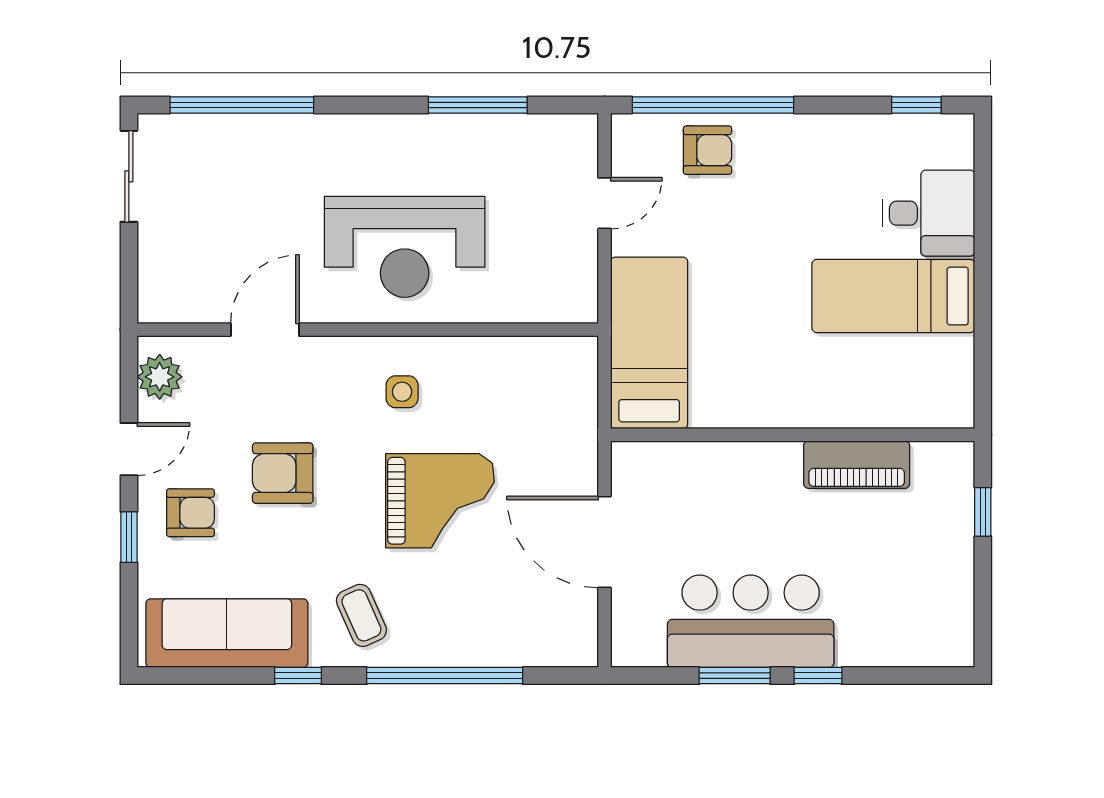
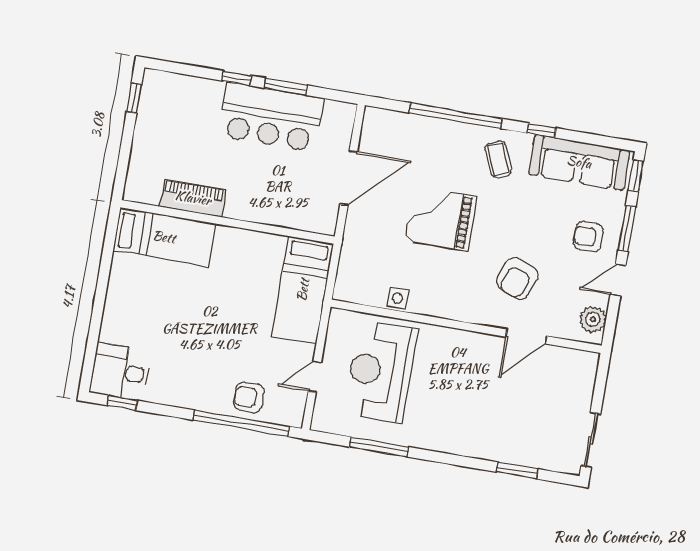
window: (242, 105) -> (517, 470), width x0.47
desk: (928, 213) -> (120, 372), moved
reception desk: (405, 247) -> (381, 371), moved, turned -90
bed: (893, 296) -> (164, 237), moved
side table: (402, 392) -> (398, 298), moved
armchair: (283, 473) -> (517, 278), moved, turned 110
window: (983, 512) -> (134, 98), moved
window: (129, 537) -> (627, 229), width x1.50
door: (604, 542) -> (349, 178), hinge flipped
window: (129, 627) -> (636, 176), added

